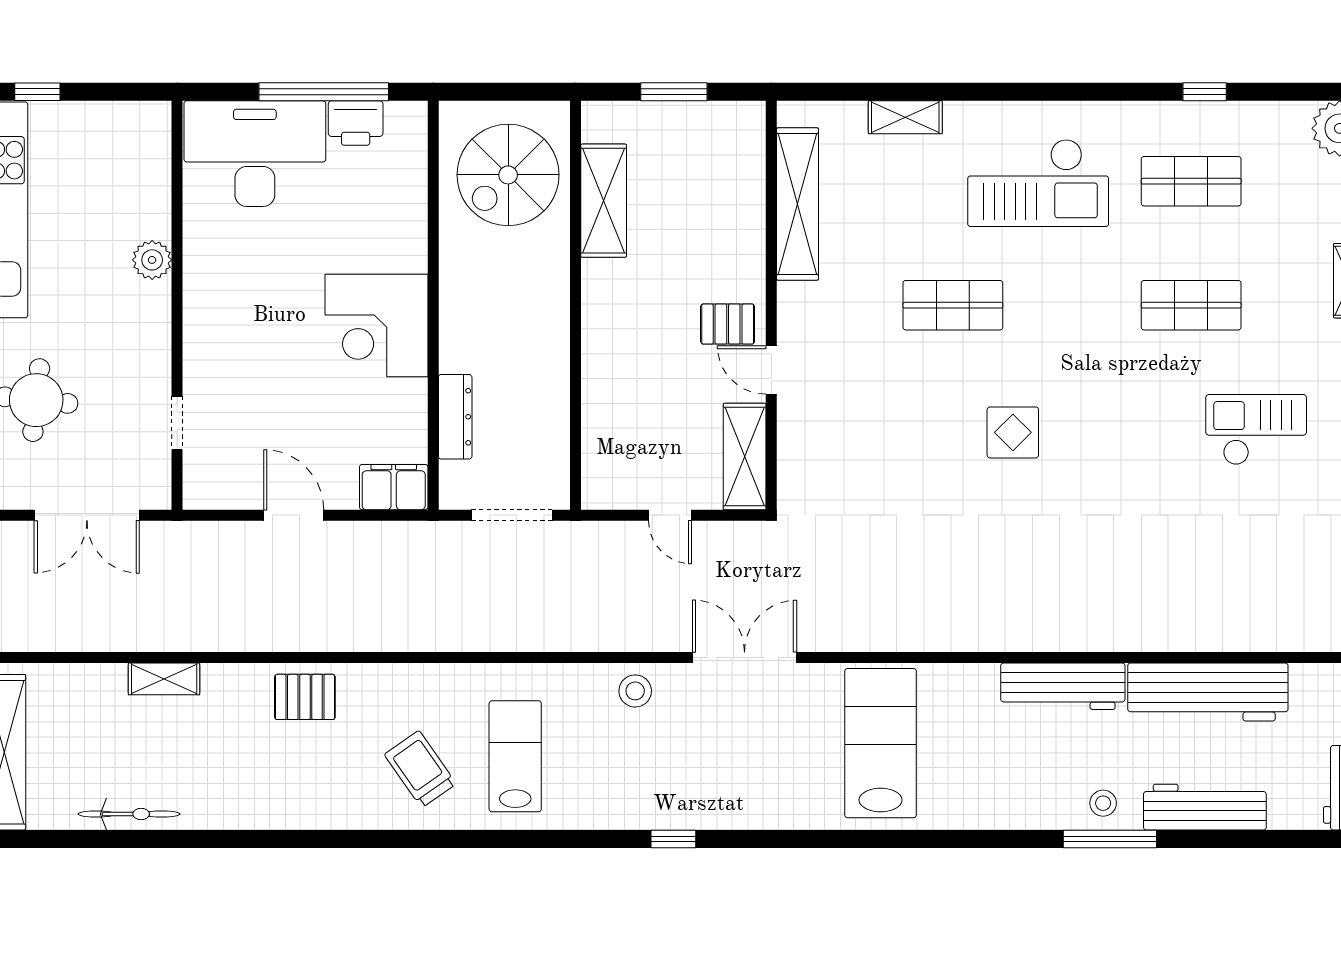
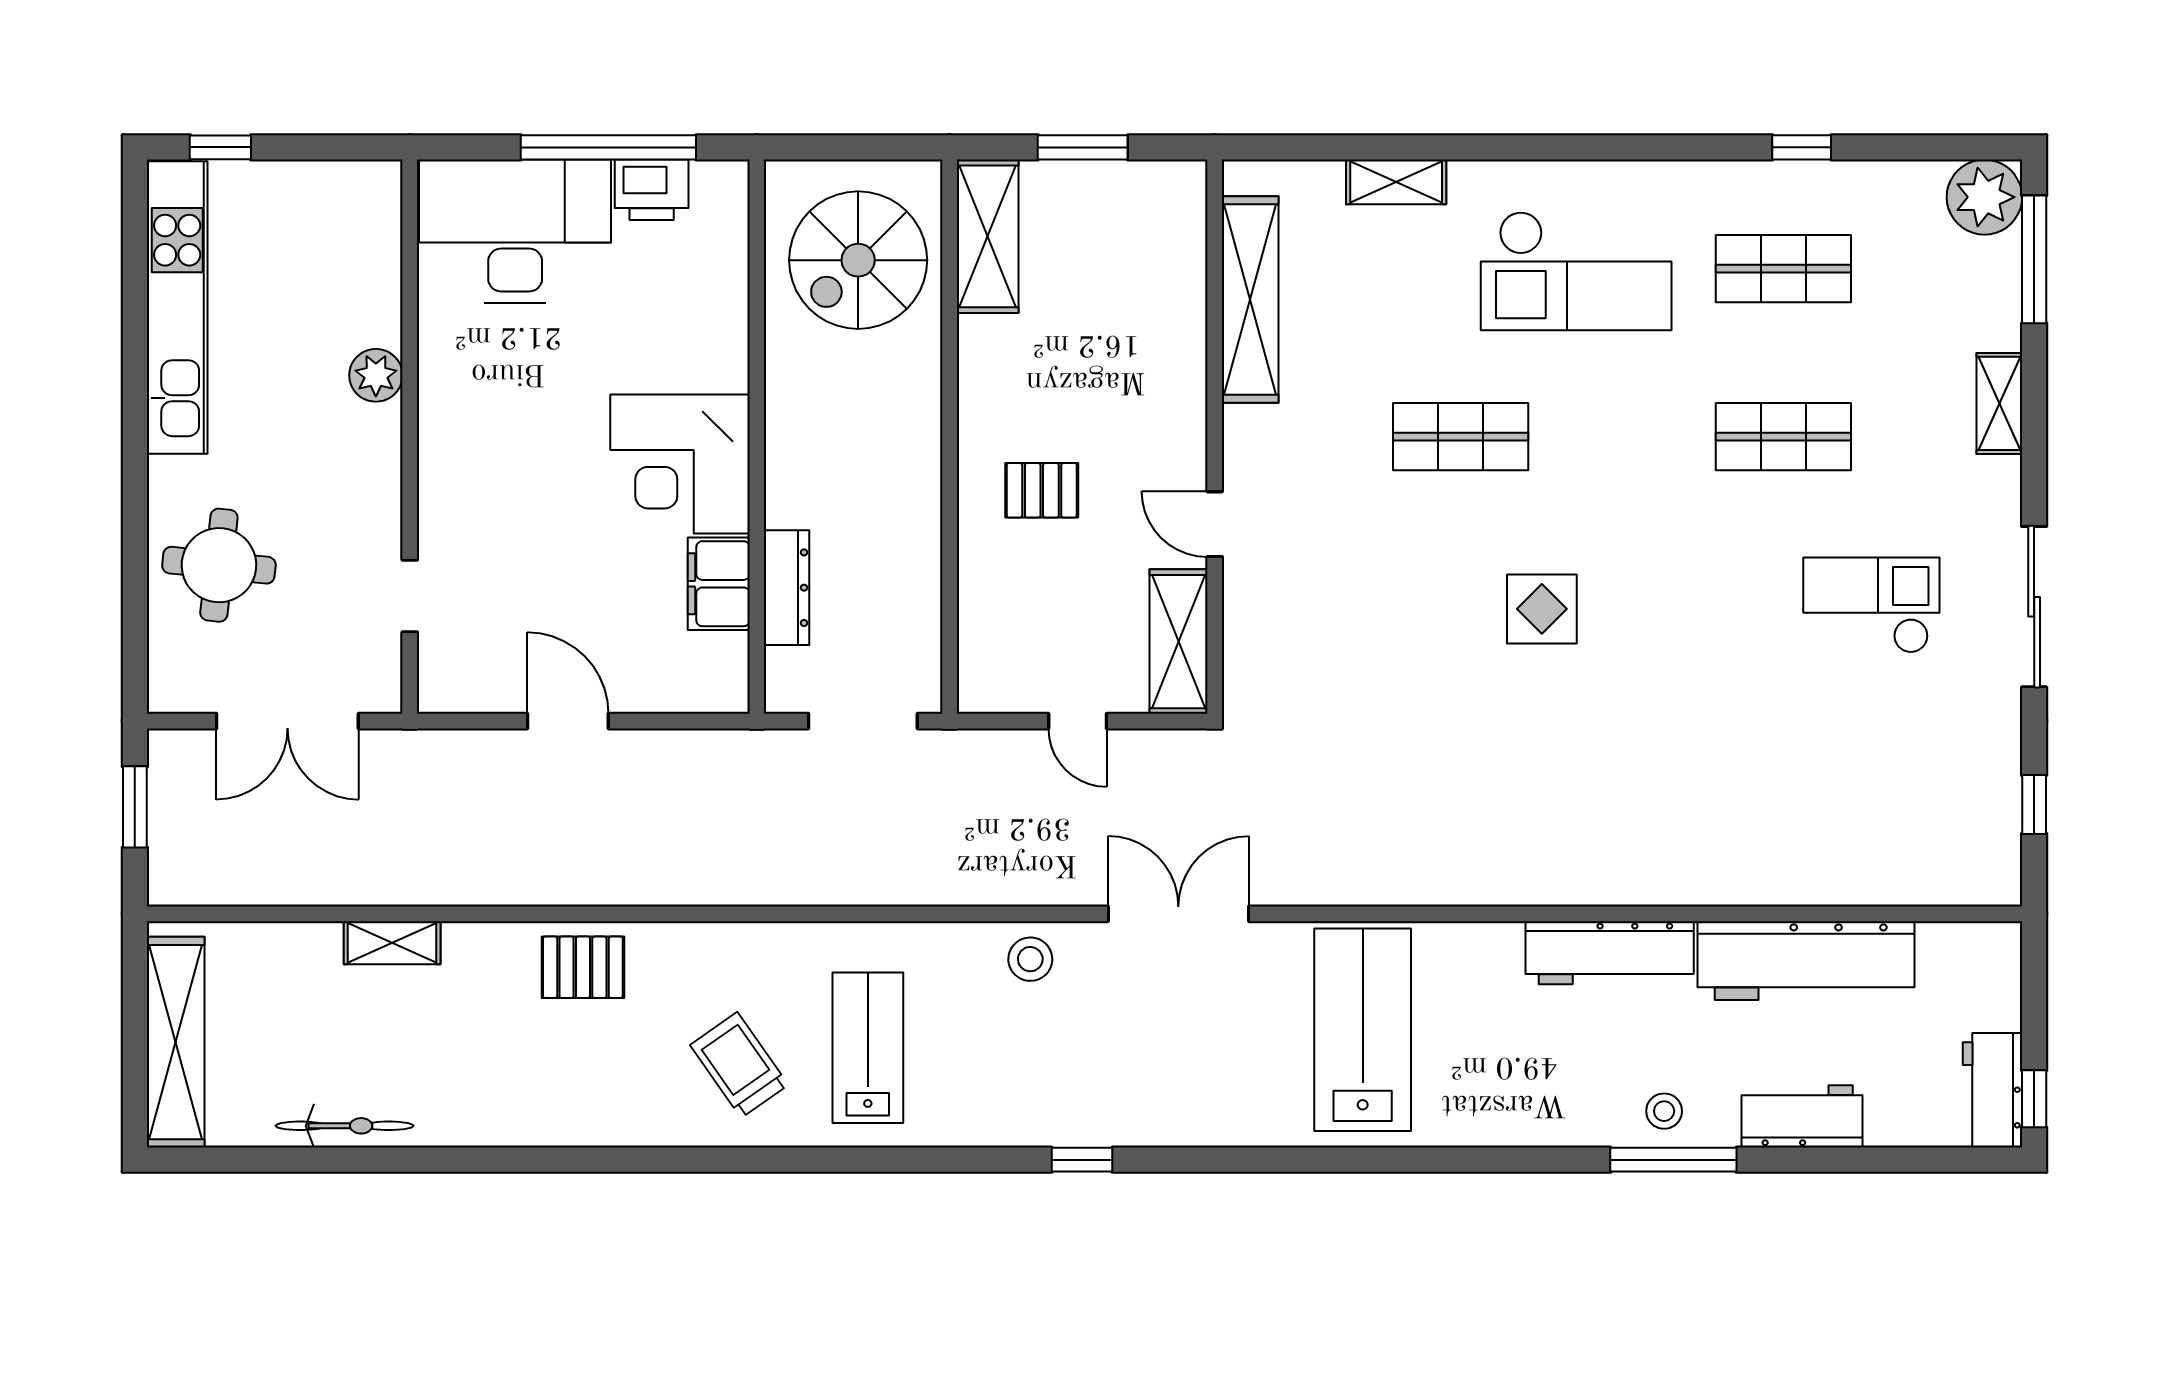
shelving: (604, 201) -> (988, 236), moved
pallet: (728, 324) -> (1042, 490), moved
filing cabinet: (394, 487) -> (719, 584), moved, turned -90
workbench: (1205, 807) -> (1802, 1116), width x0.73

